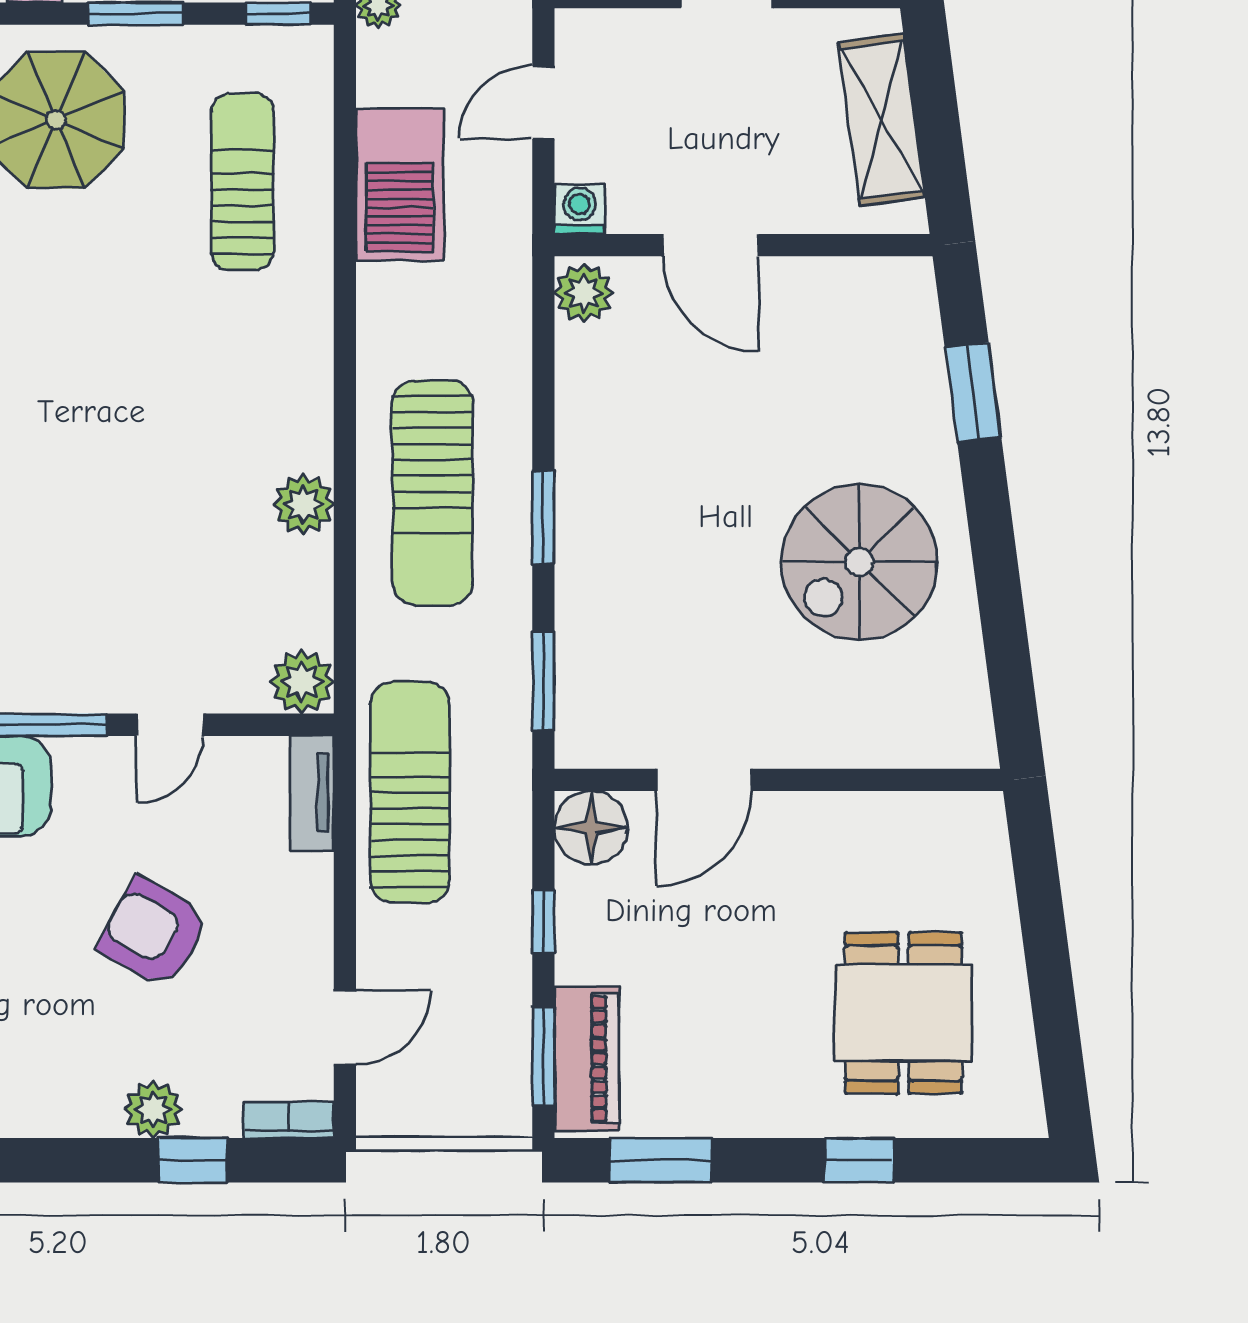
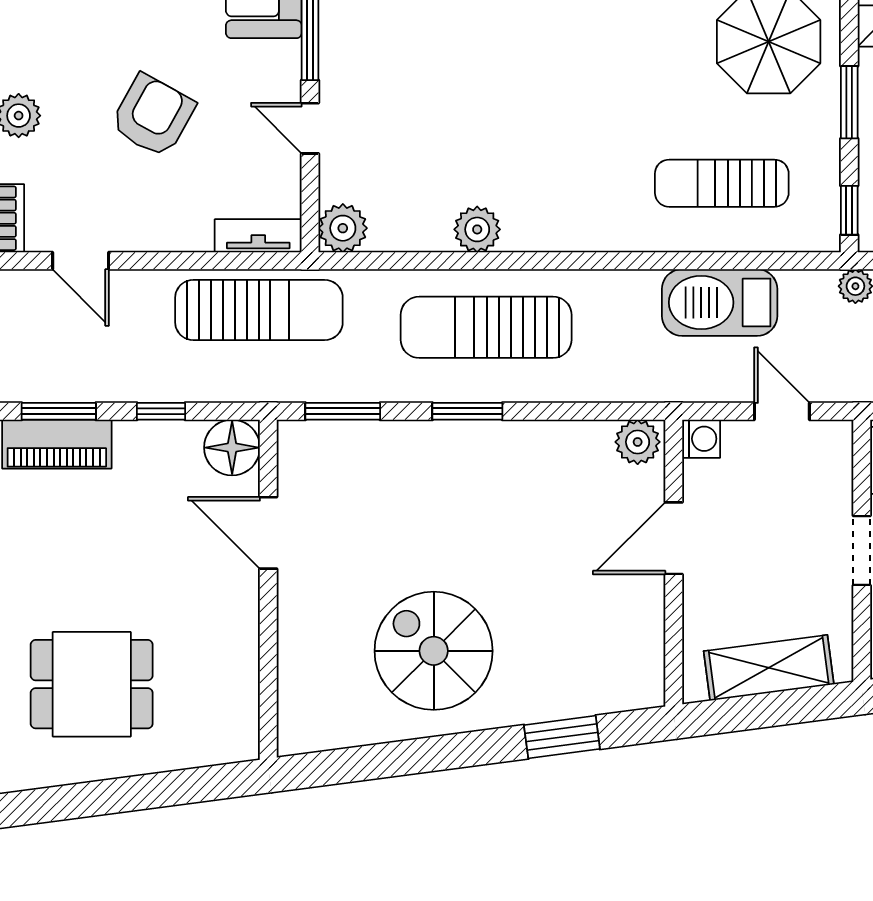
sun lounger: (242, 182) -> (722, 183), turned 180

